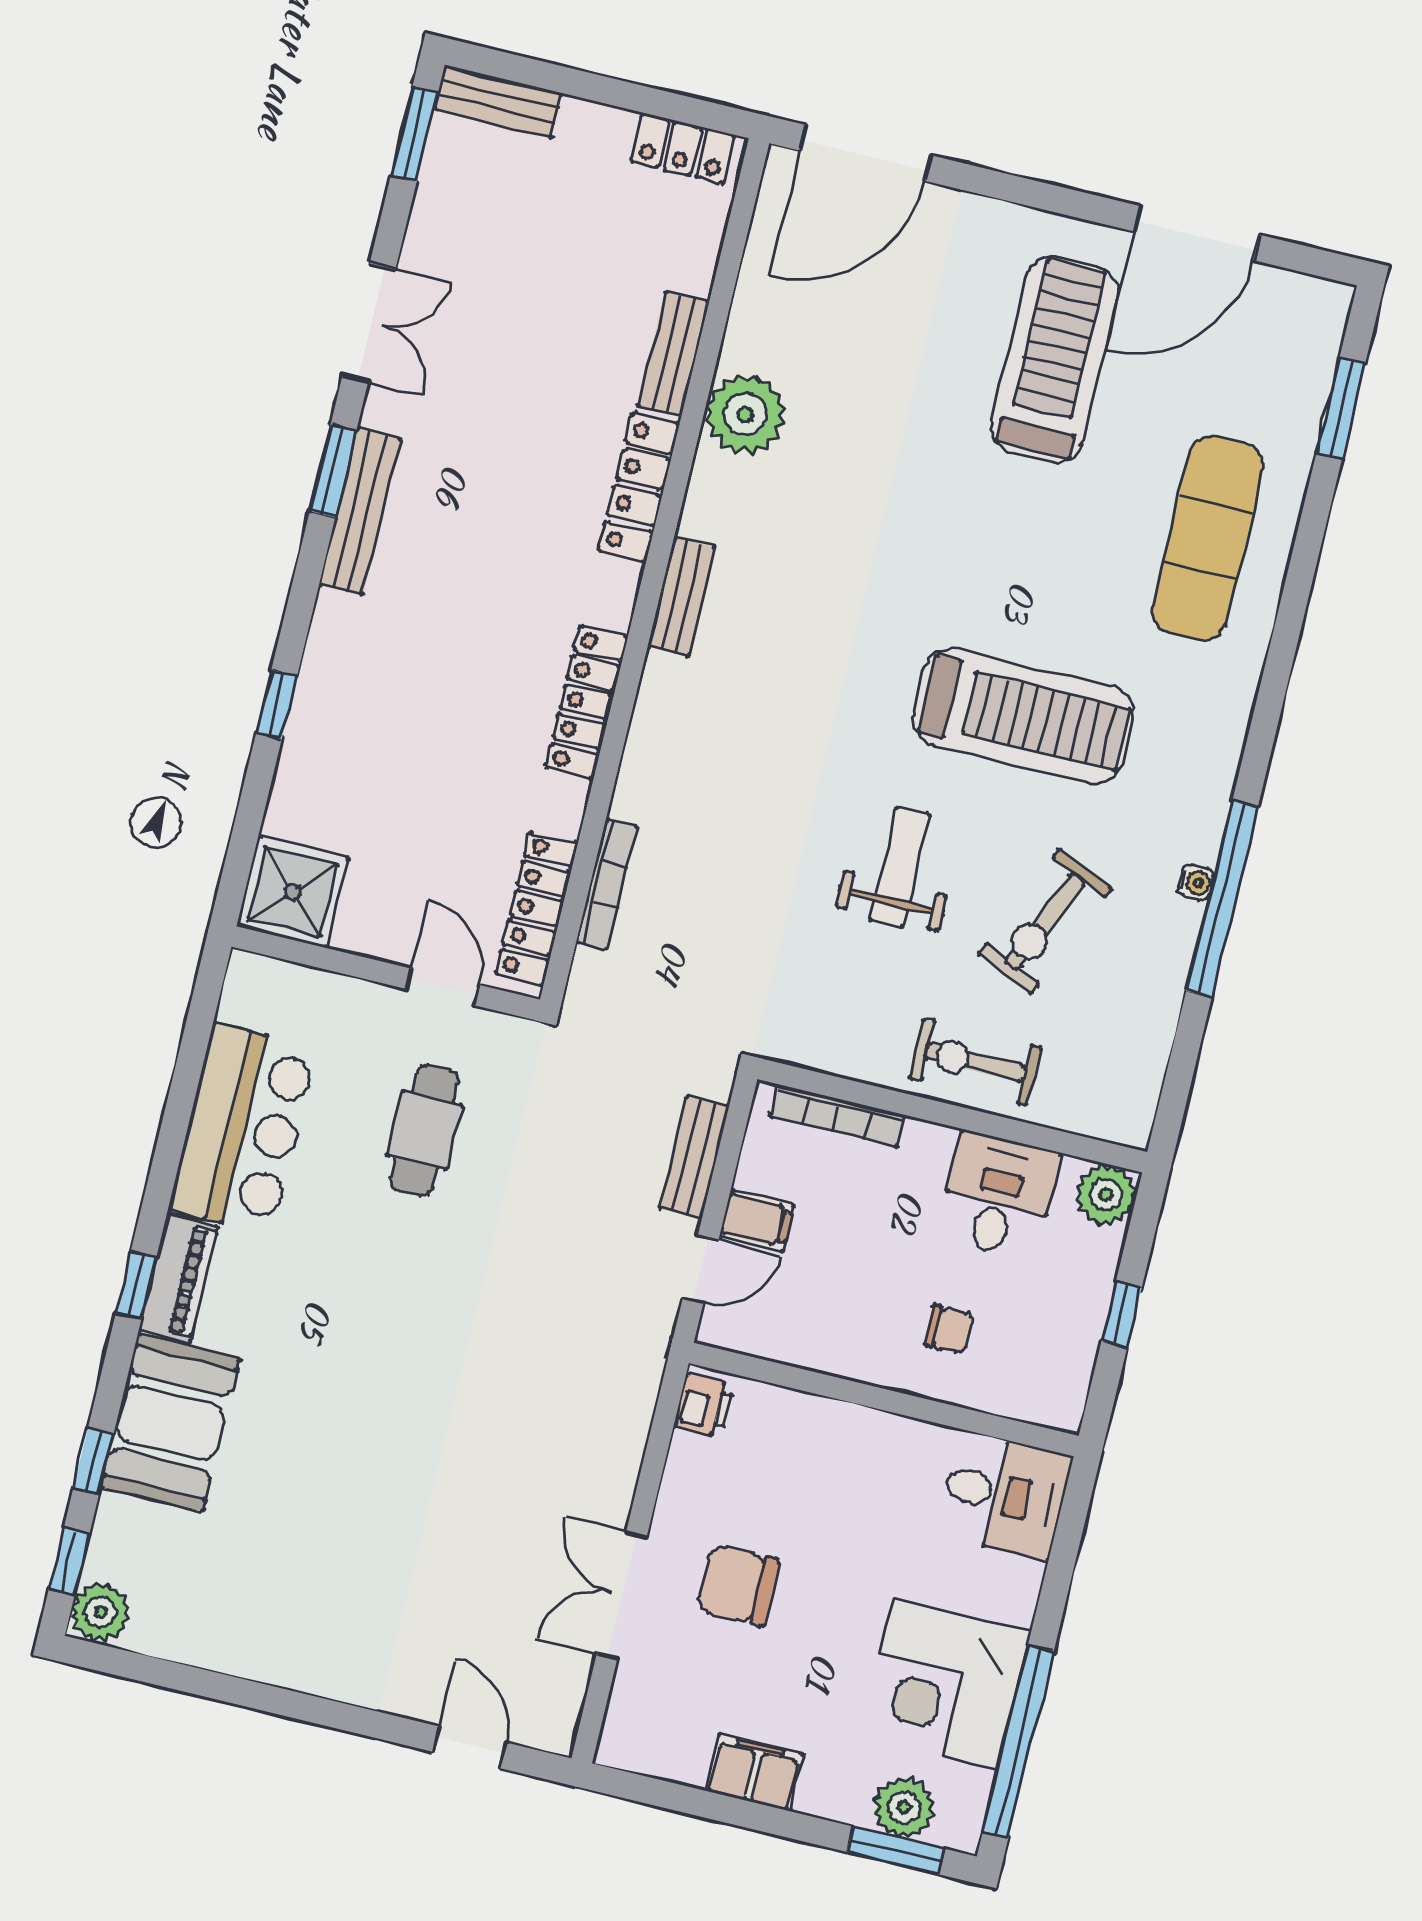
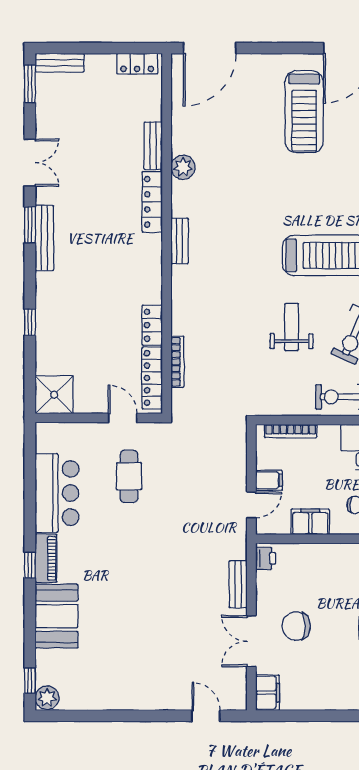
treadmill: (1054, 360) -> (304, 112), turned 180
plant: (745, 414) -> (183, 167), width x0.73, depth x0.73
locker: (587, 702) -> (152, 325), moved, width x0.66
bench: (694, 1157) -> (238, 584), moved
filing cabinet: (832, 1344) -> (310, 522), added
window: (93, 1461) -> (30, 639), removed
filing cabinet: (754, 1773) -> (268, 693), moved, turned 90

